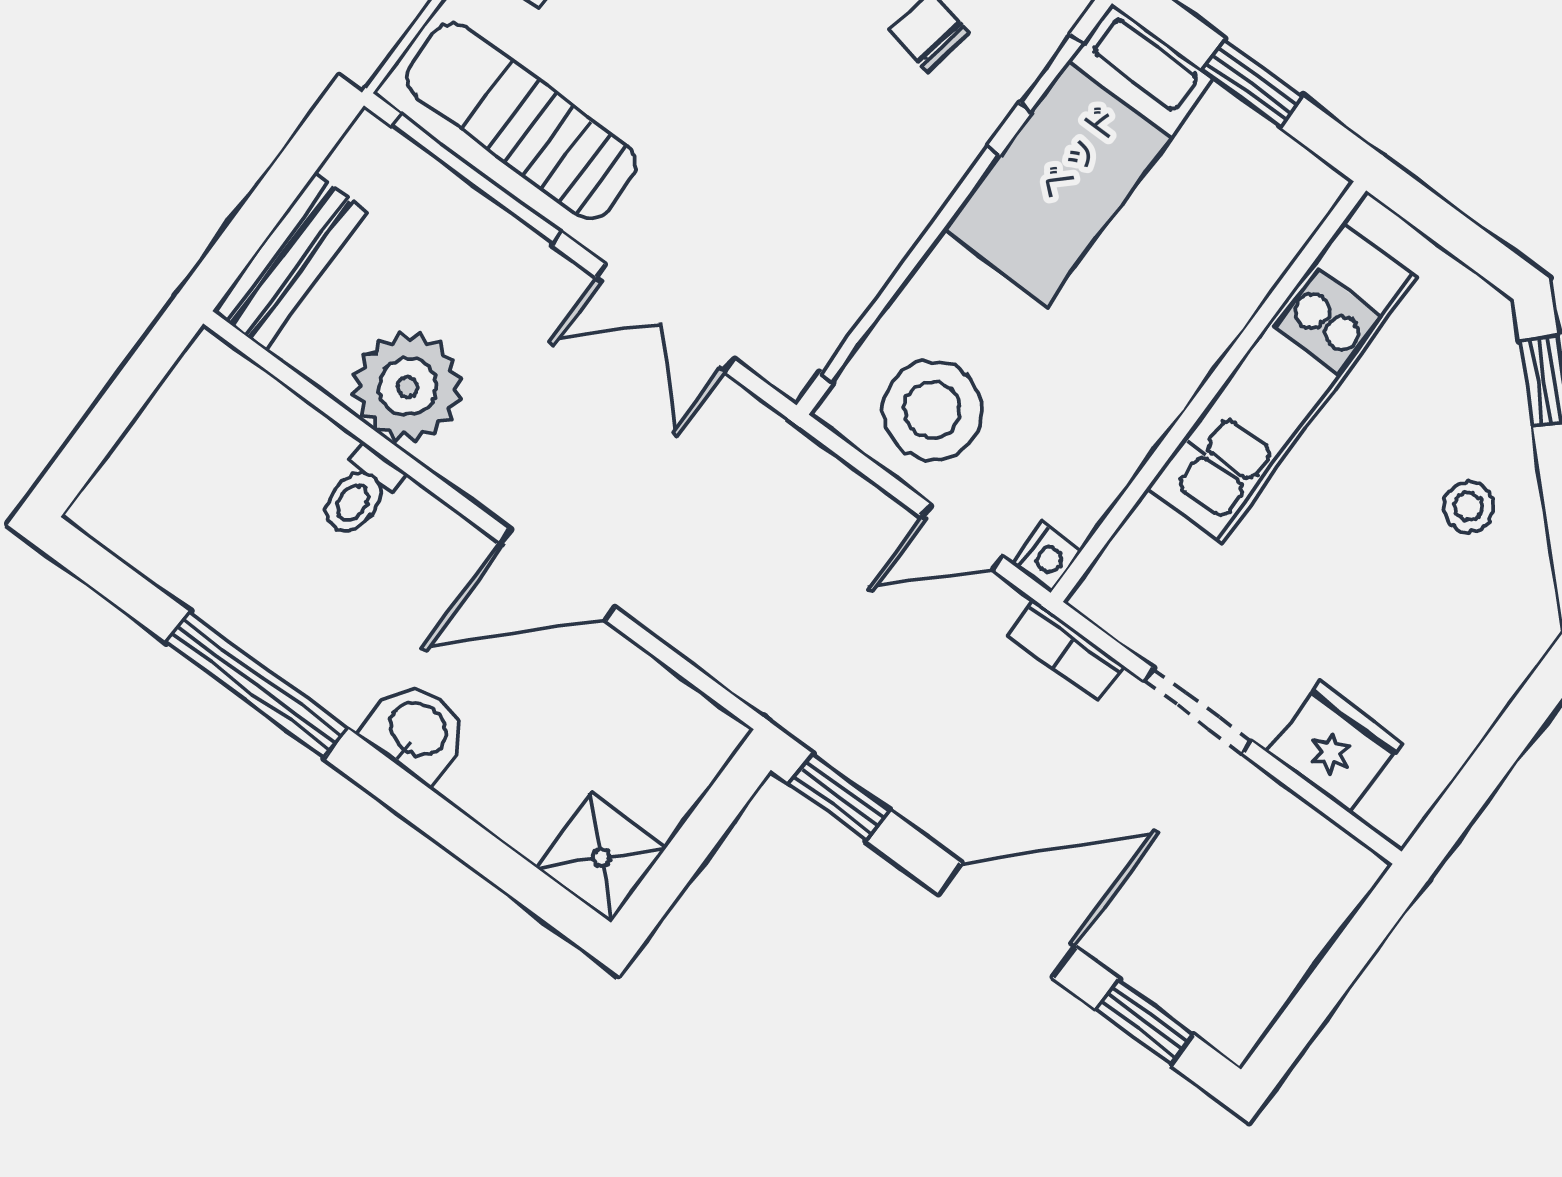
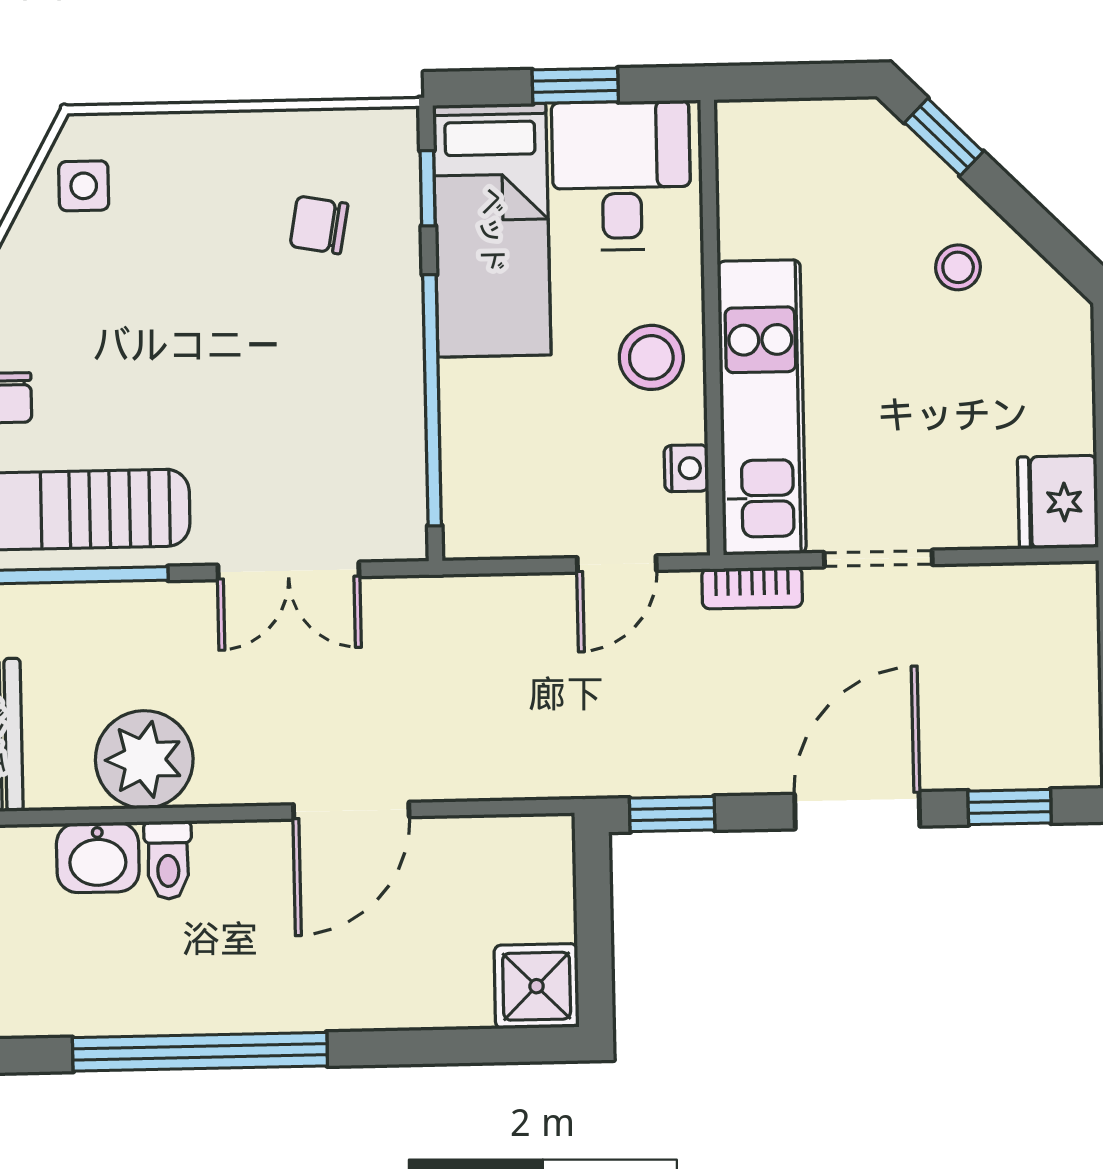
desk: (1232, 195) -> (621, 176), added
kitchen unit: (1282, 383) -> (762, 407), moved
stool: (932, 410) -> (651, 357), moved, width x0.73, depth x0.73
nightstand: (1046, 557) -> (686, 468), moved
window: (257, 685) -> (200, 1052), width x1.46
washbasin: (417, 731) -> (98, 858), moved, turned 180
fridge: (1335, 747) -> (1058, 502), moved, turned -90

